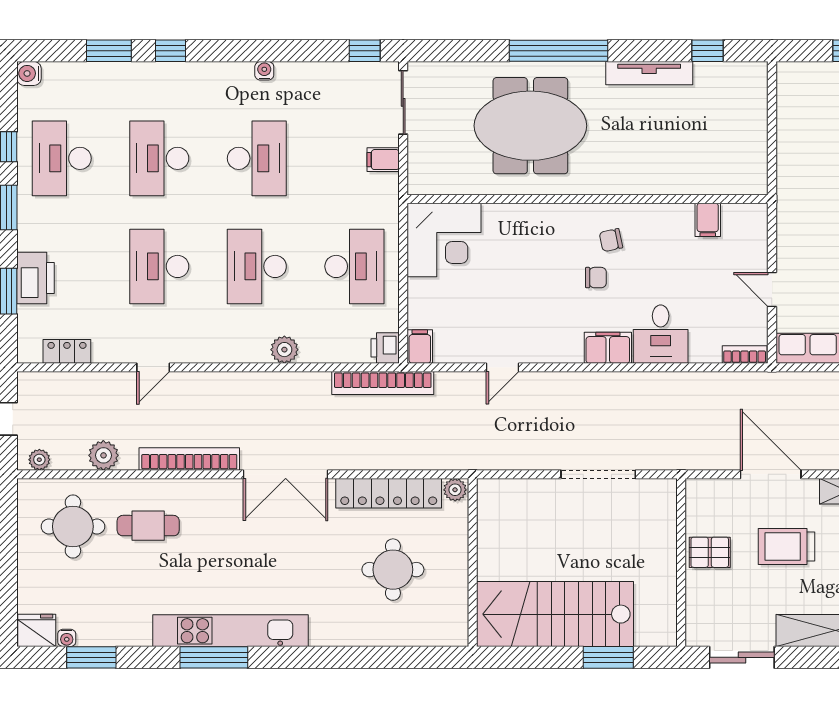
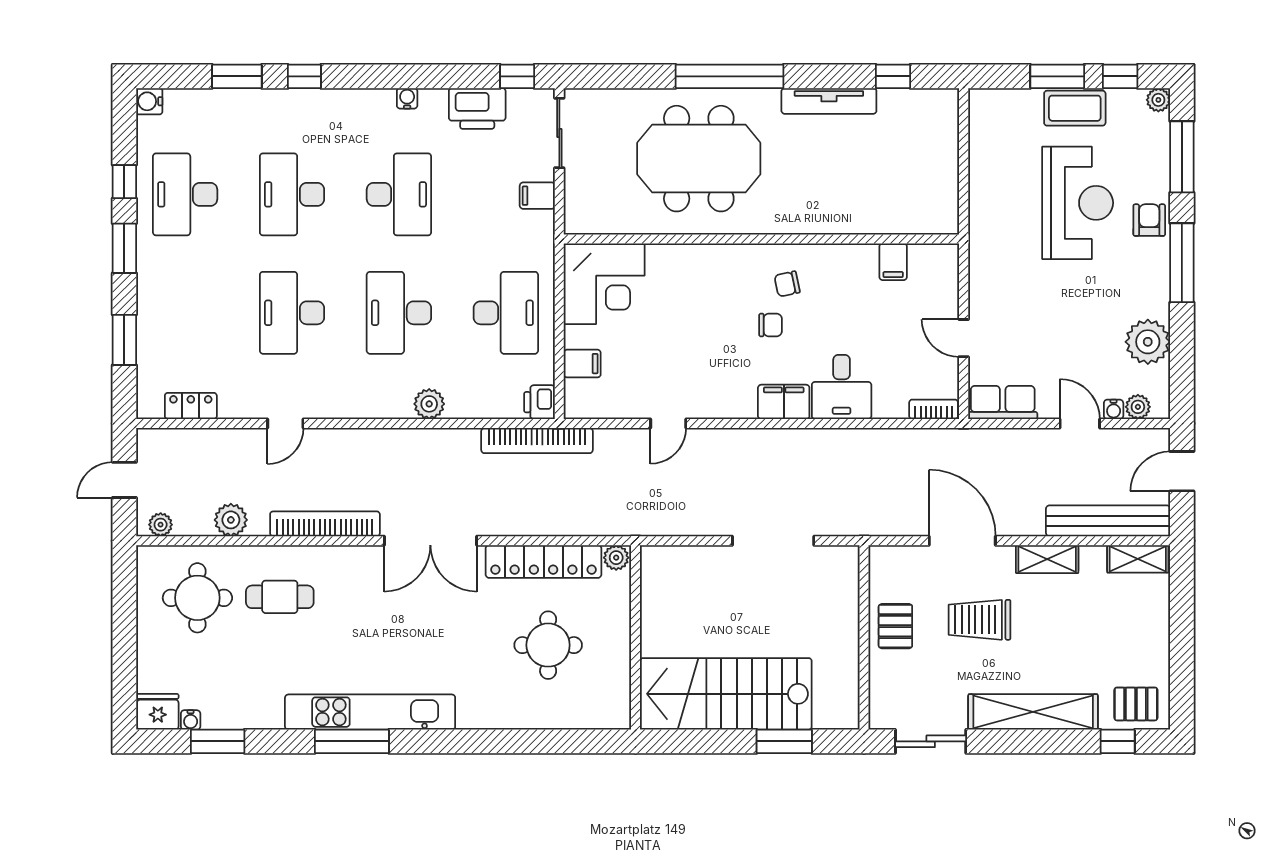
printer: (36, 278) -> (477, 108), moved, turned 90
filing cabinet: (420, 347) -> (582, 364), moved, turned 90
pallet: (710, 552) -> (895, 626), turned 90

